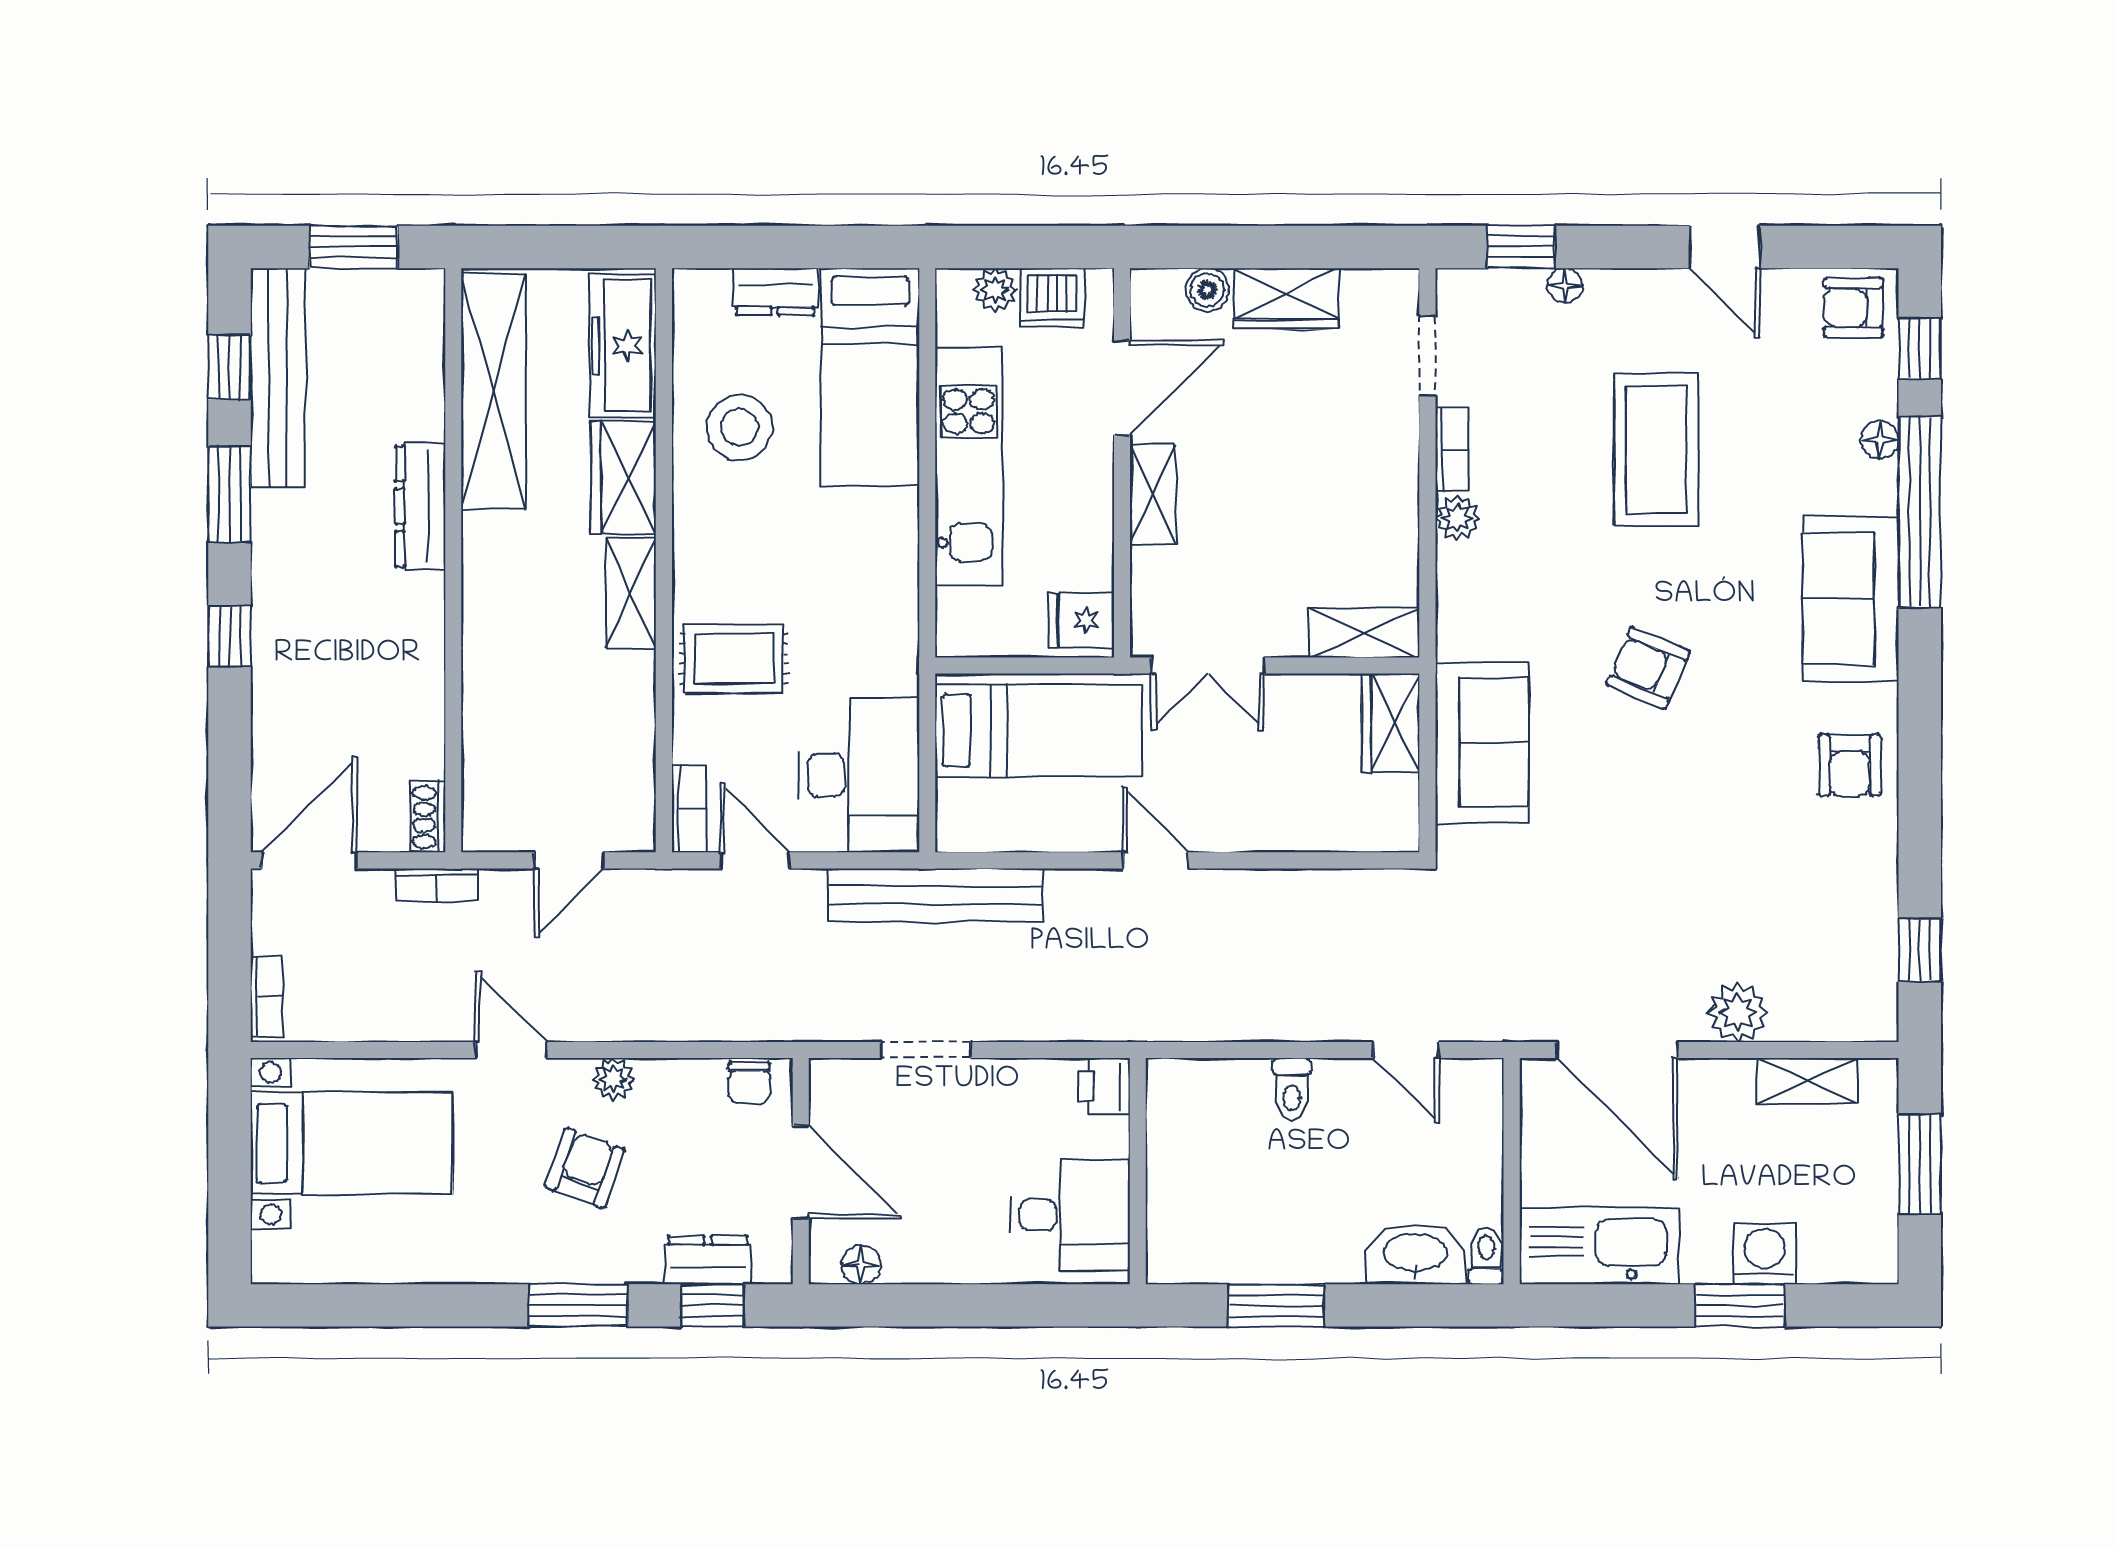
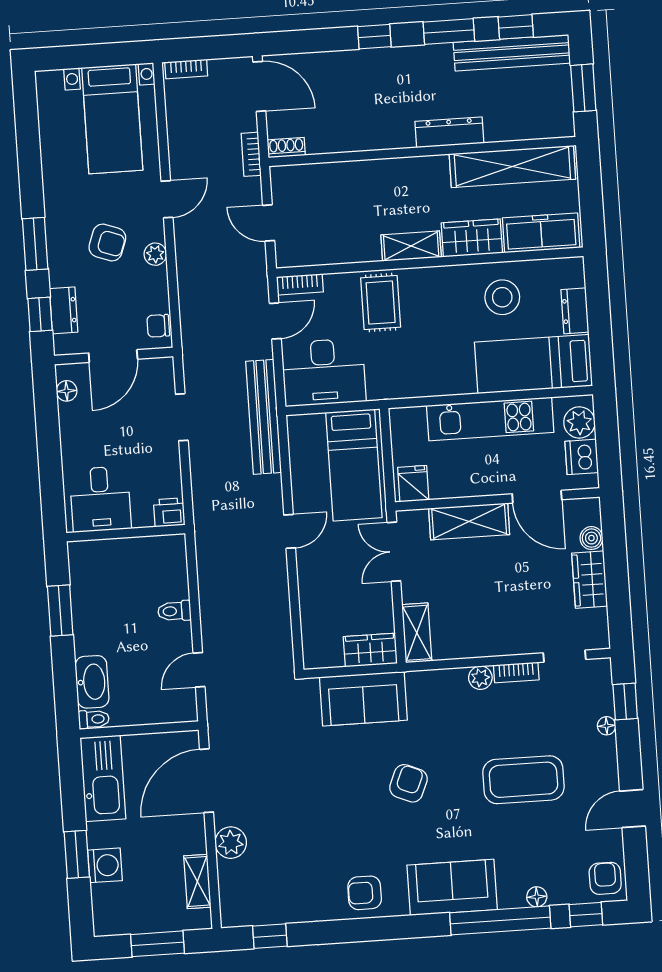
plant: (995, 290) -> (579, 422), width x1.38, depth x1.38
shelving: (1152, 494) -> (469, 521), width x1.50, depth x1.33

